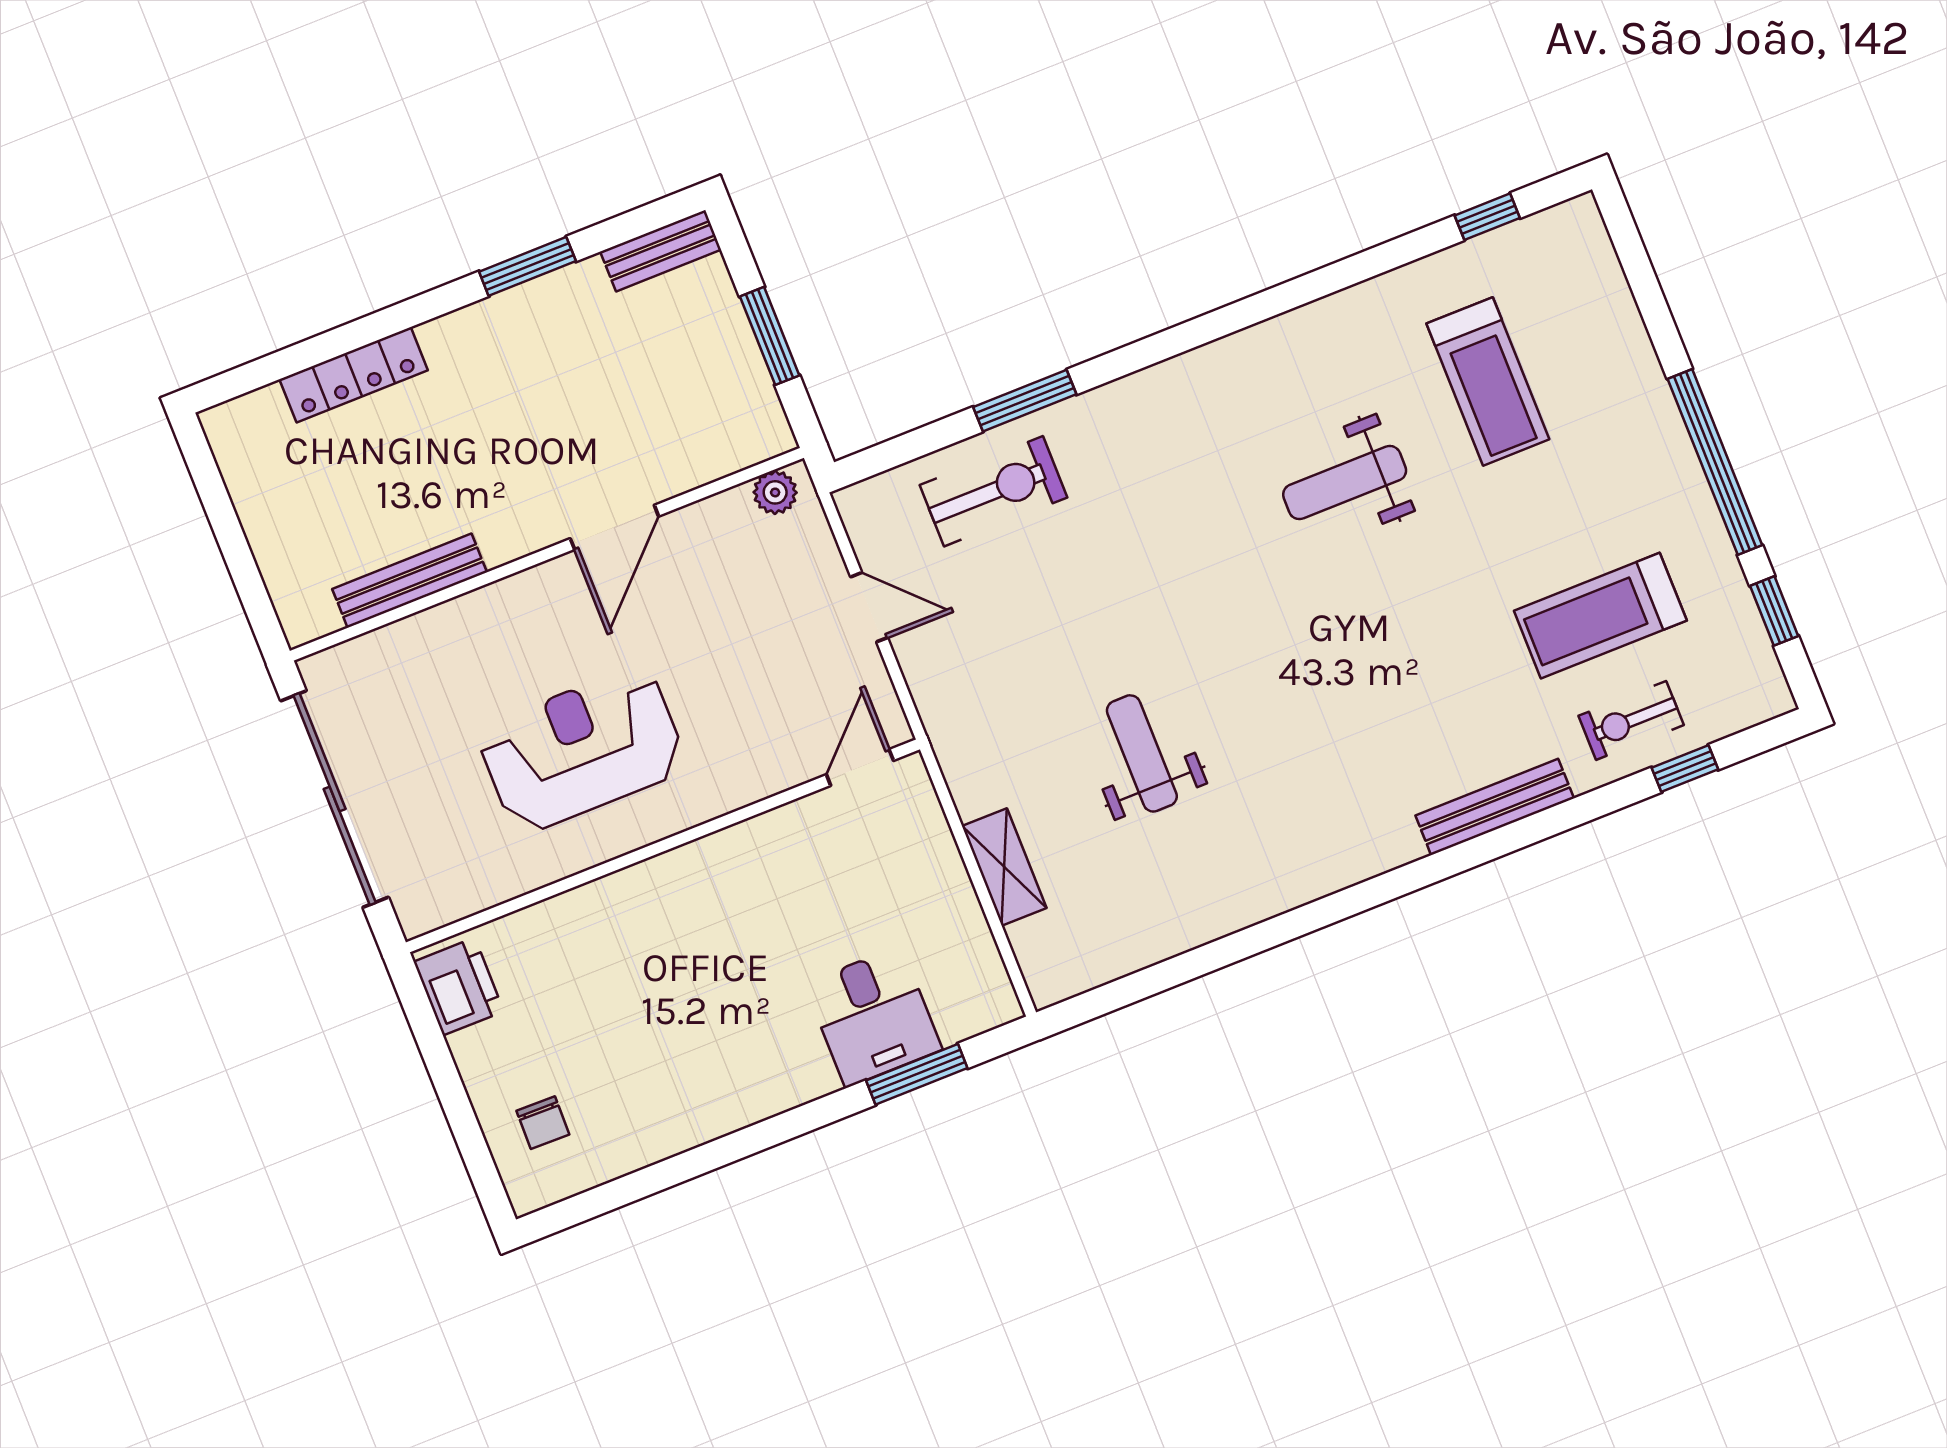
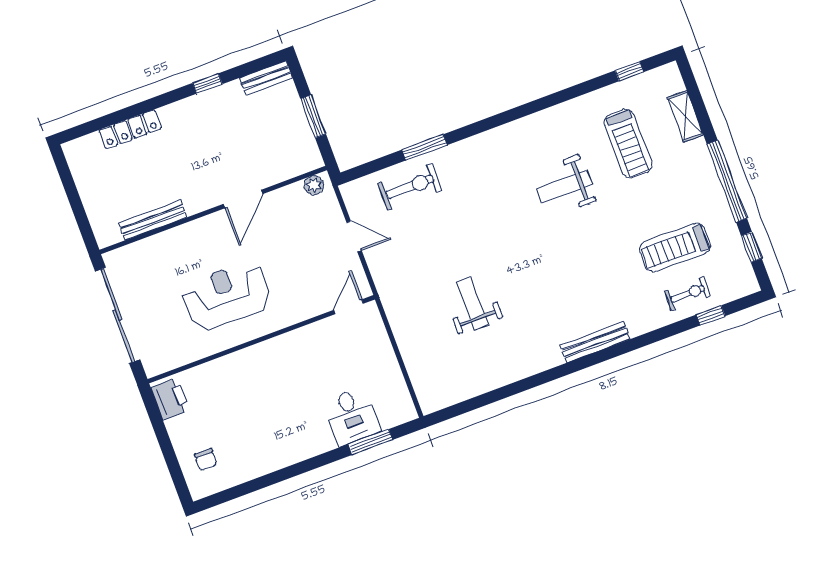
window: (527, 266) -> (208, 83), width x0.67
exercise bike: (1631, 720) -> (688, 294), turned 180
bench: (1495, 807) -> (595, 342), moved
shelving: (1004, 867) -> (685, 116), moved

